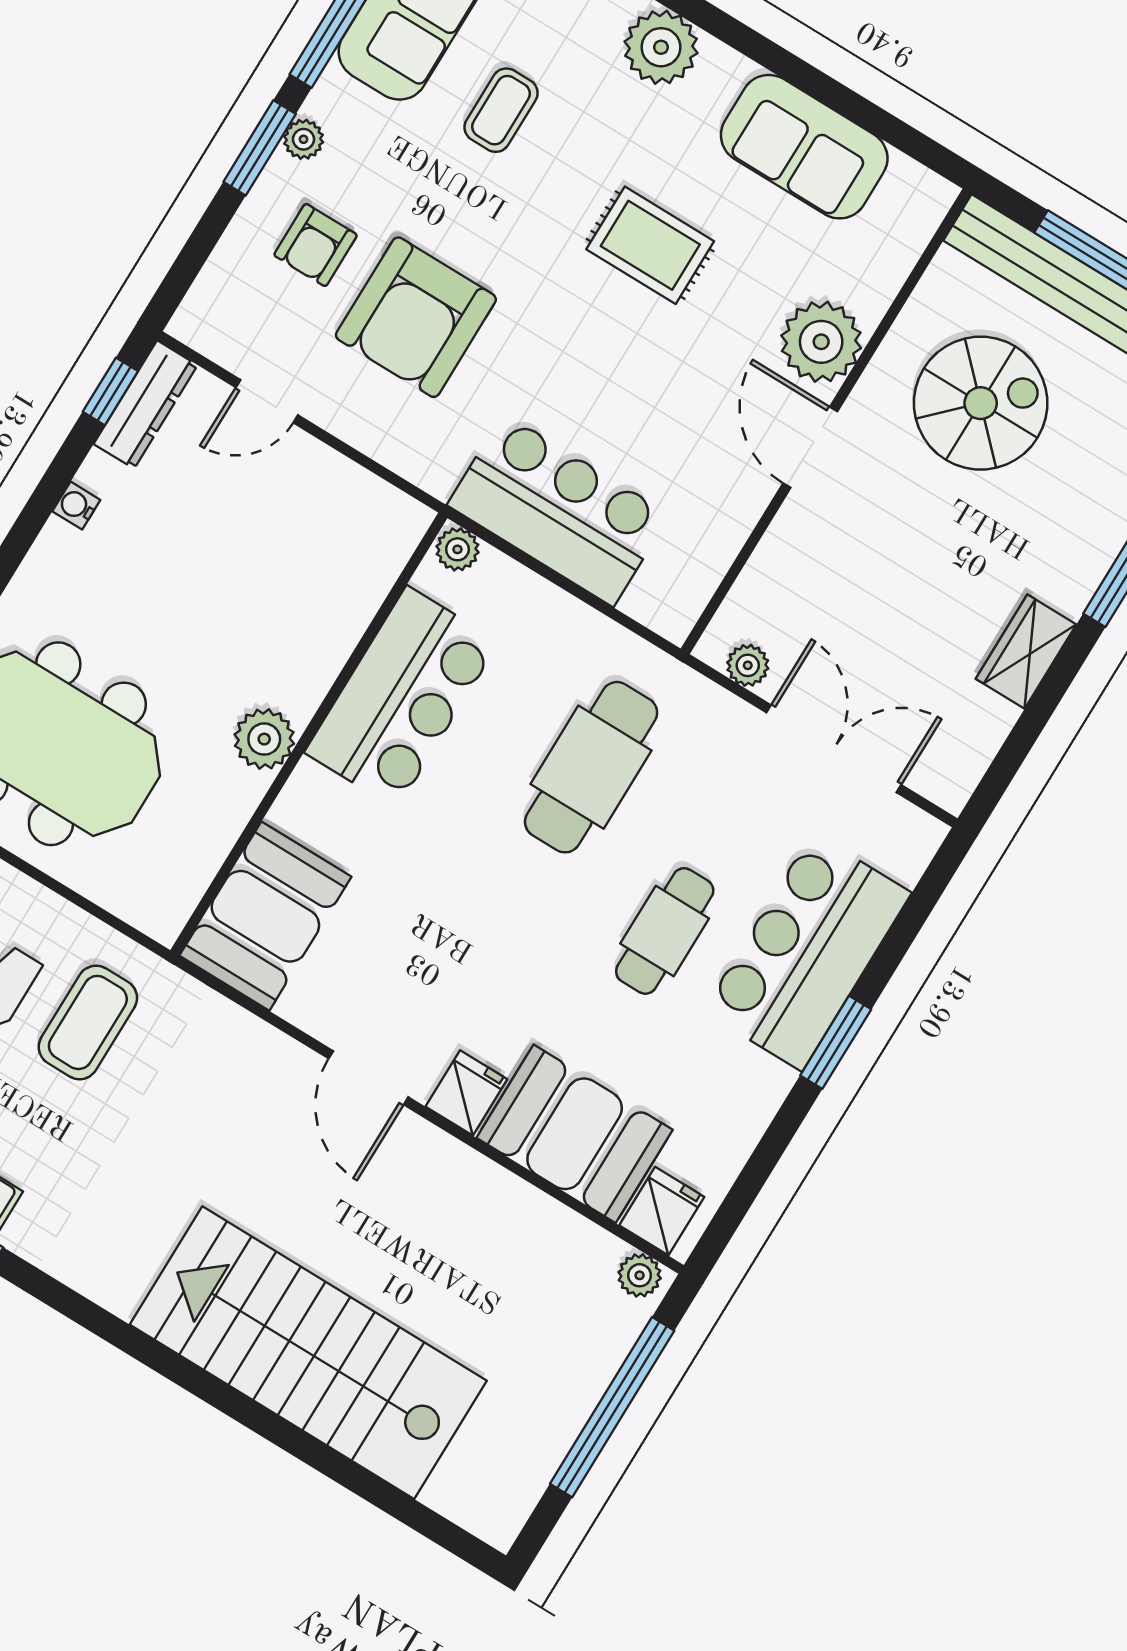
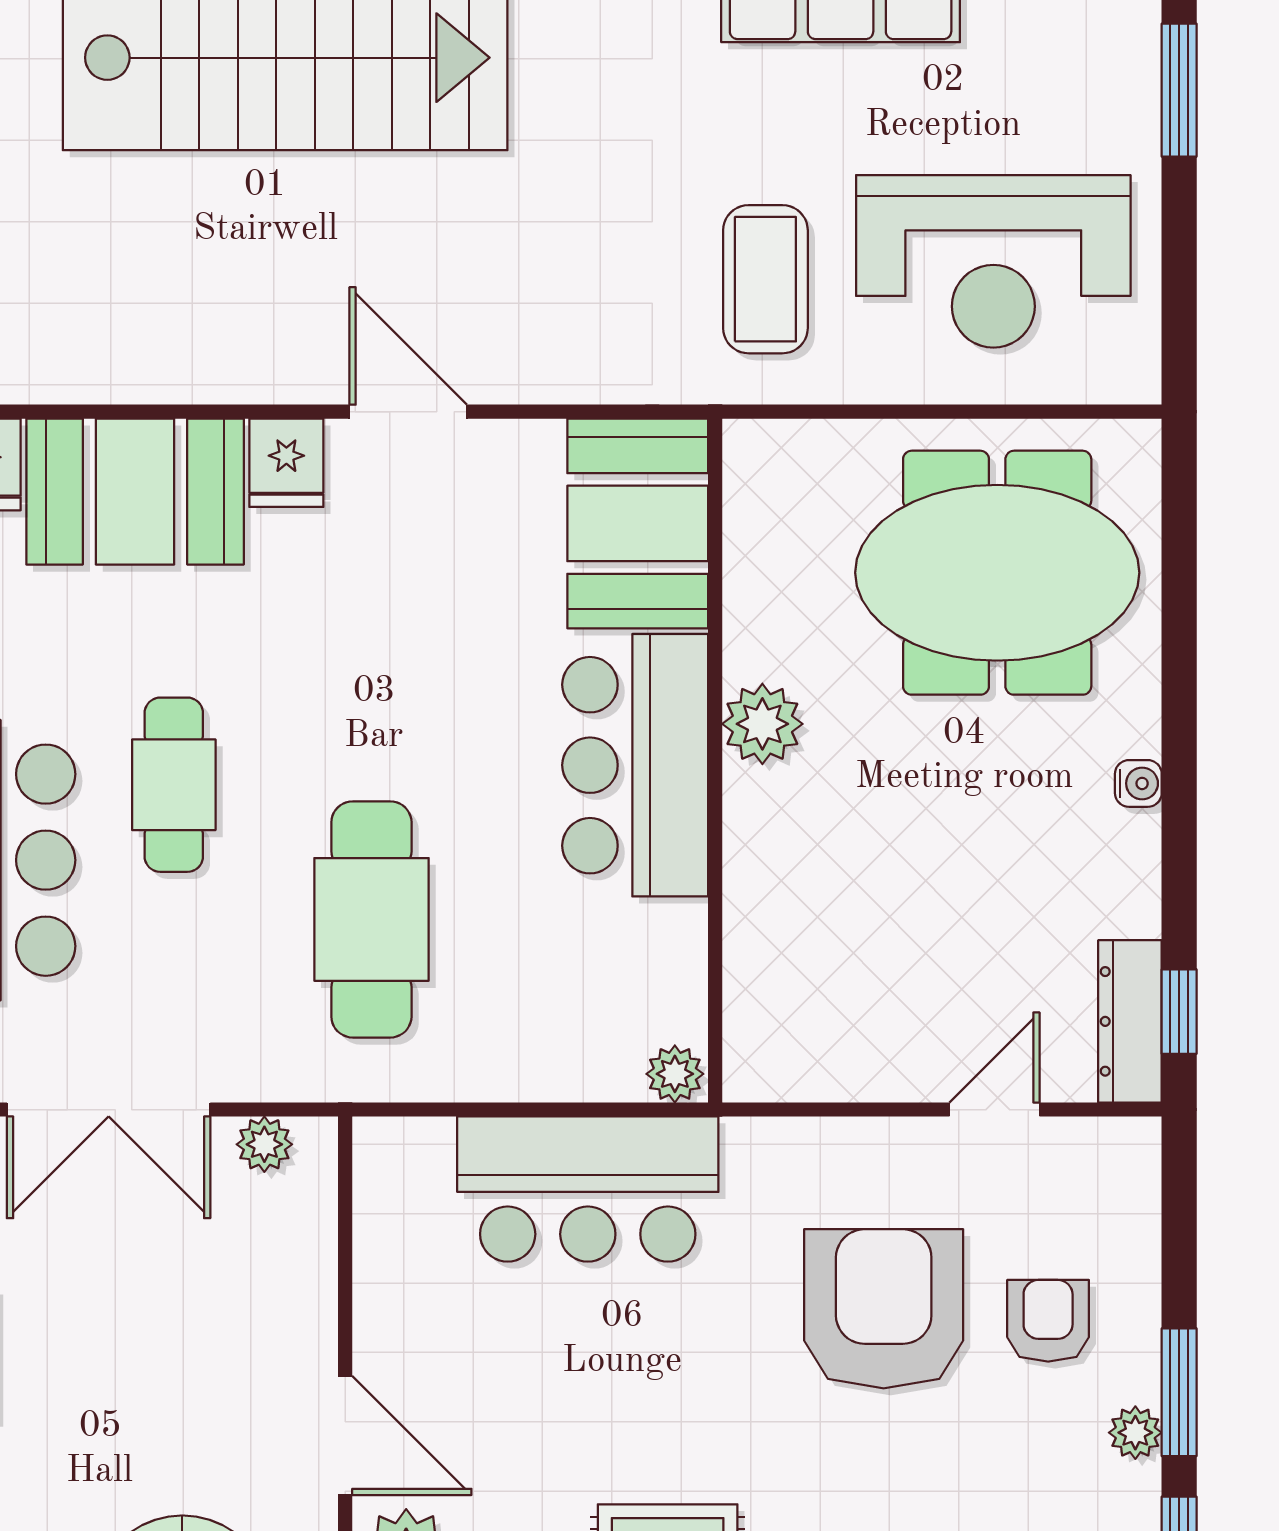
water cooler: (76, 506) -> (1138, 783), moved
bar counter: (402, 697) -> (635, 765), moved

